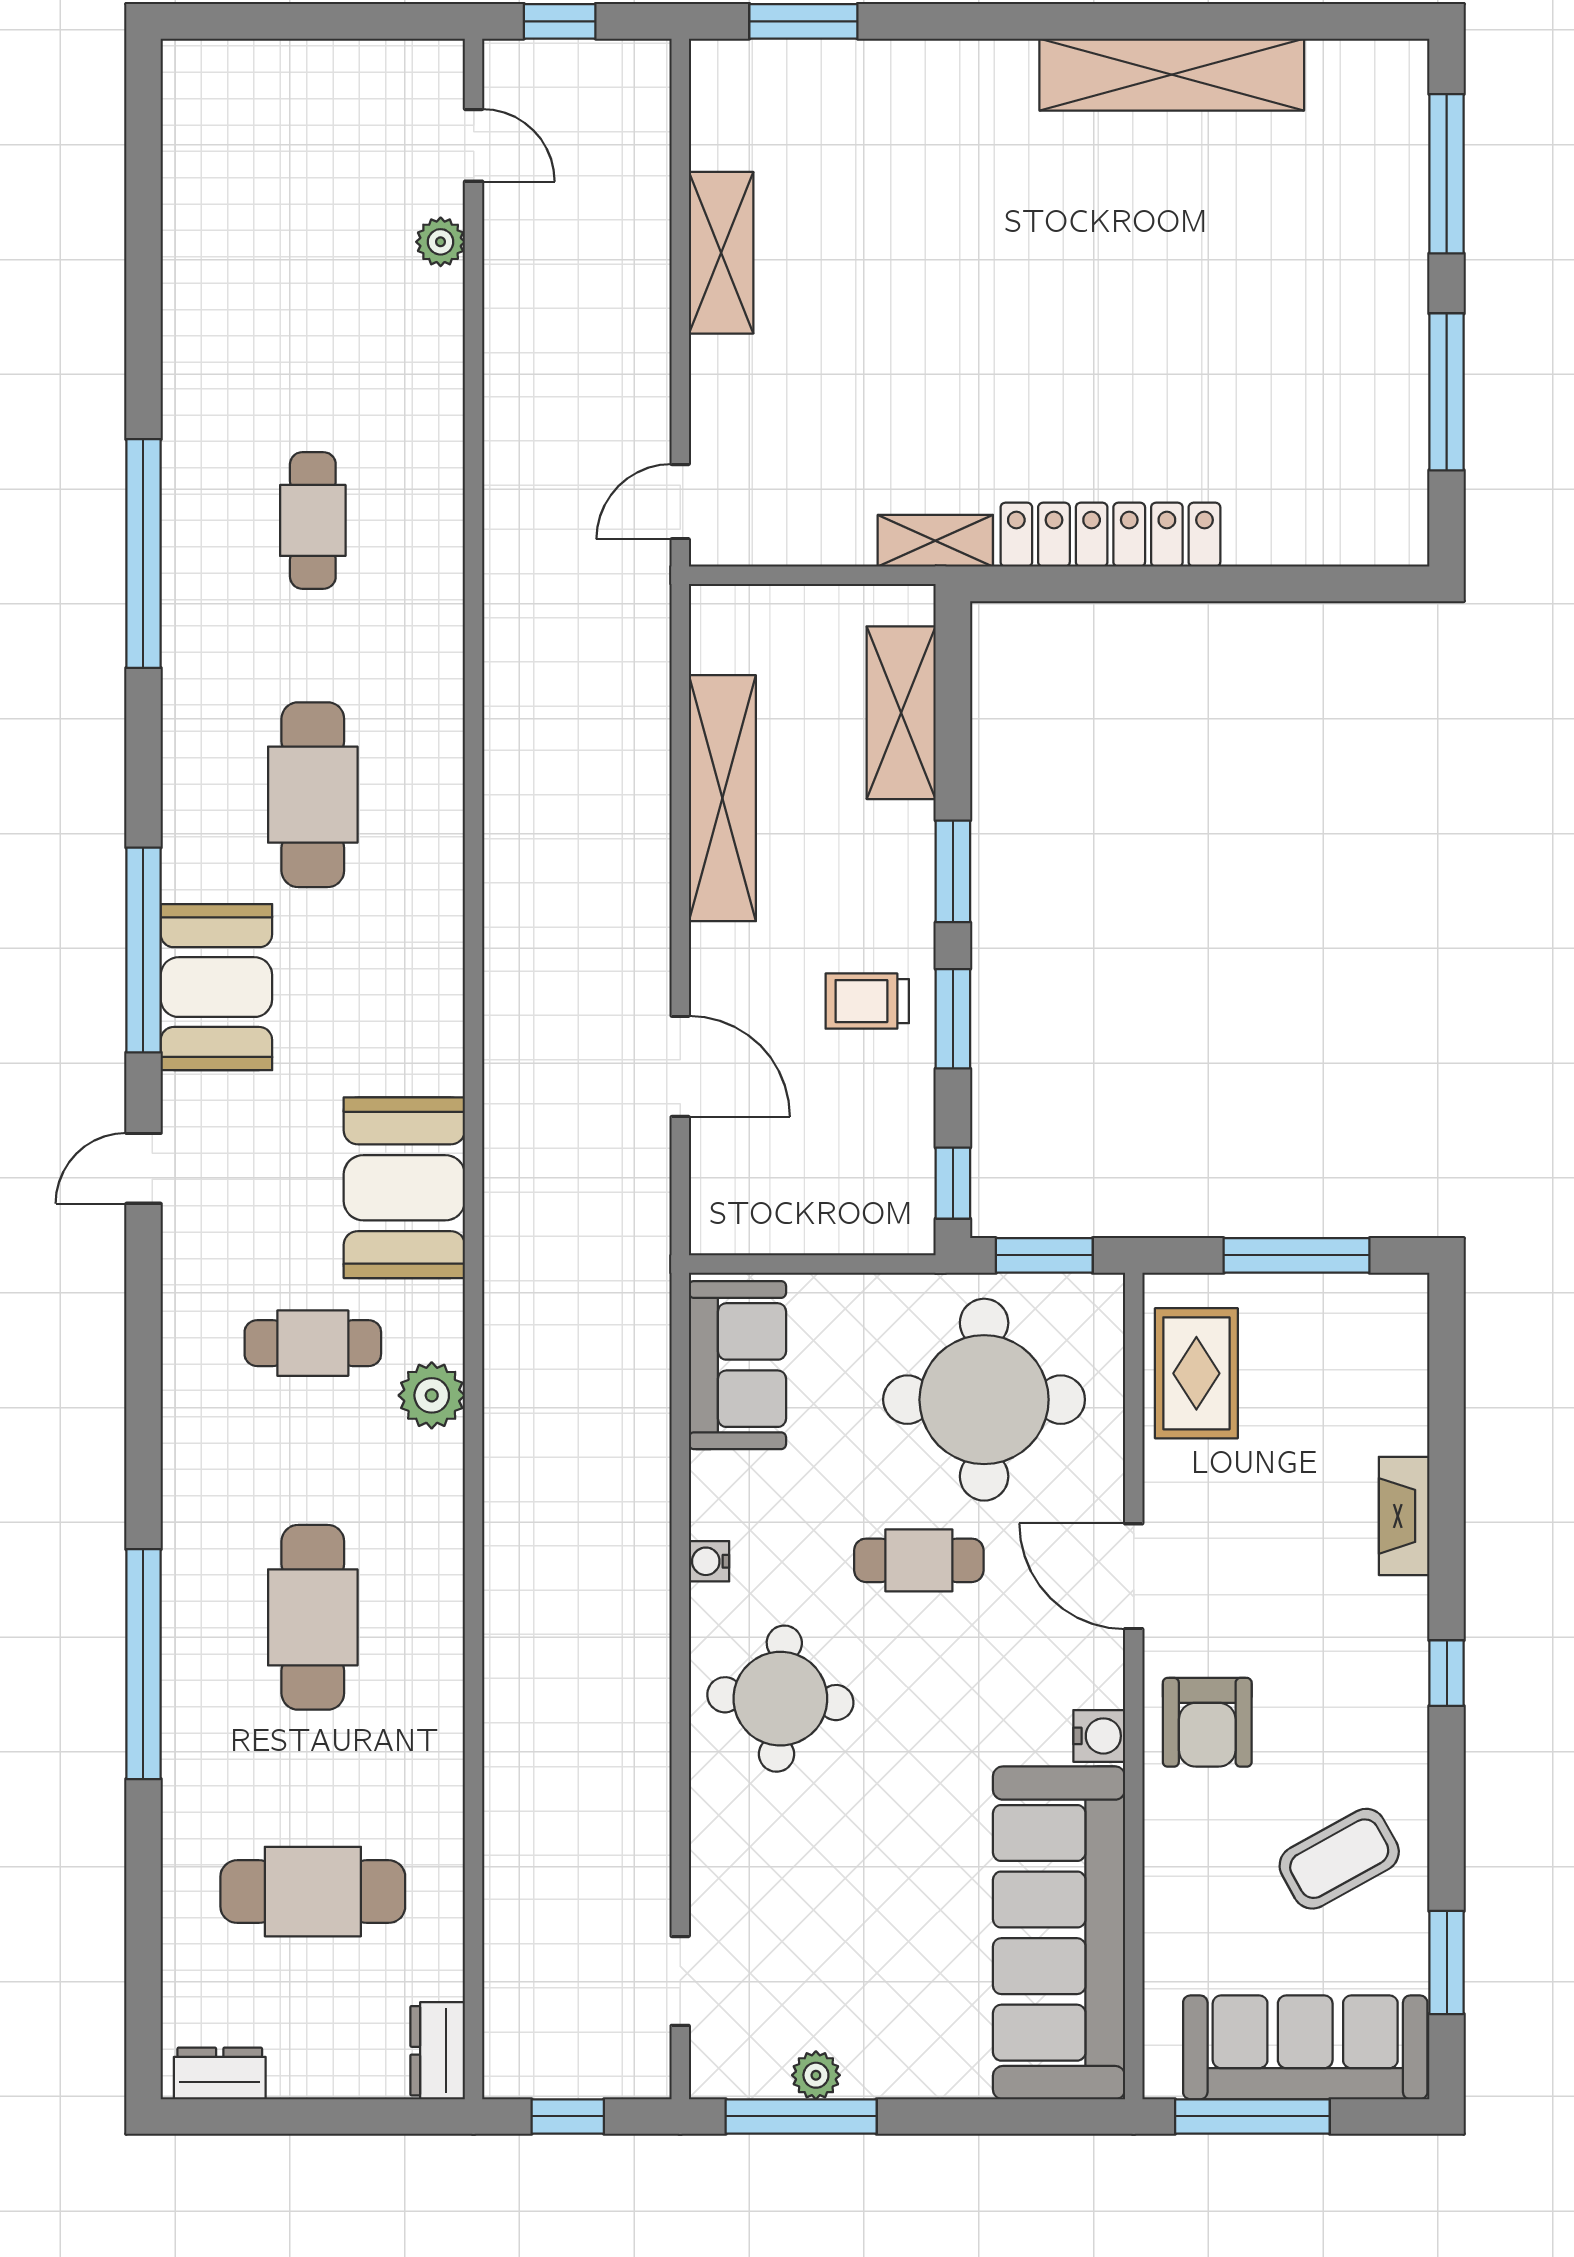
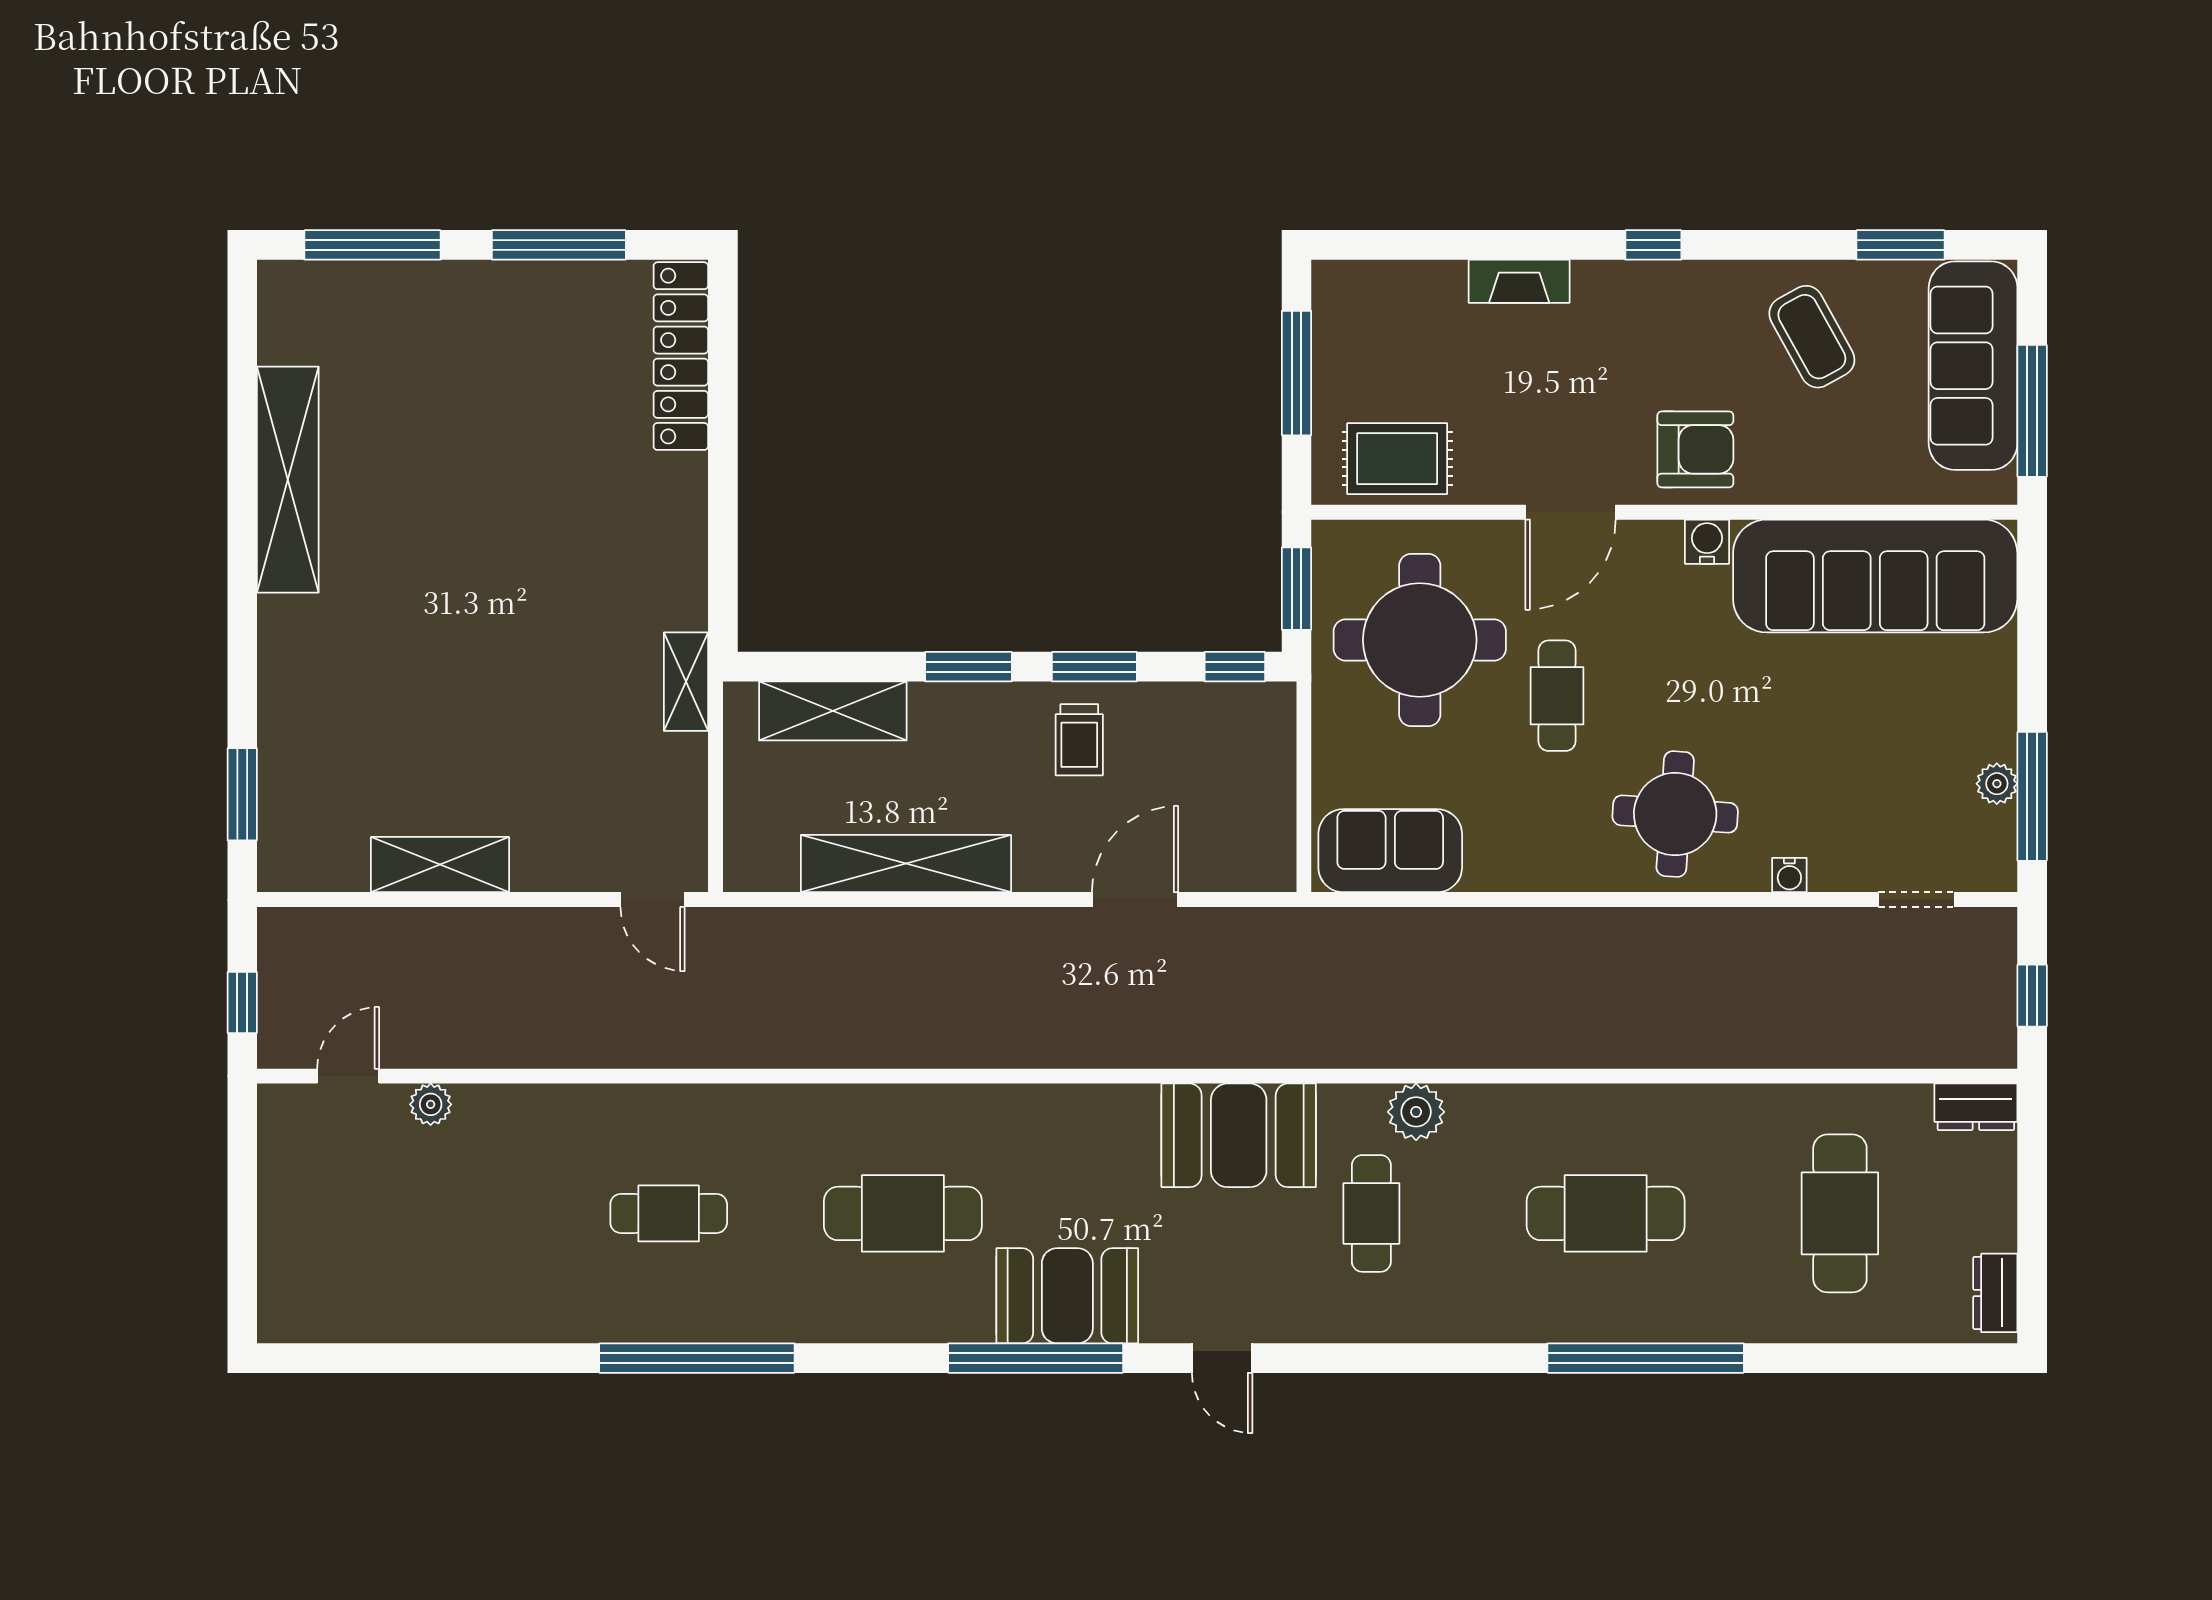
locker: (1110, 535) -> (681, 356), moved
water cooler: (709, 1561) -> (1789, 875), moved

